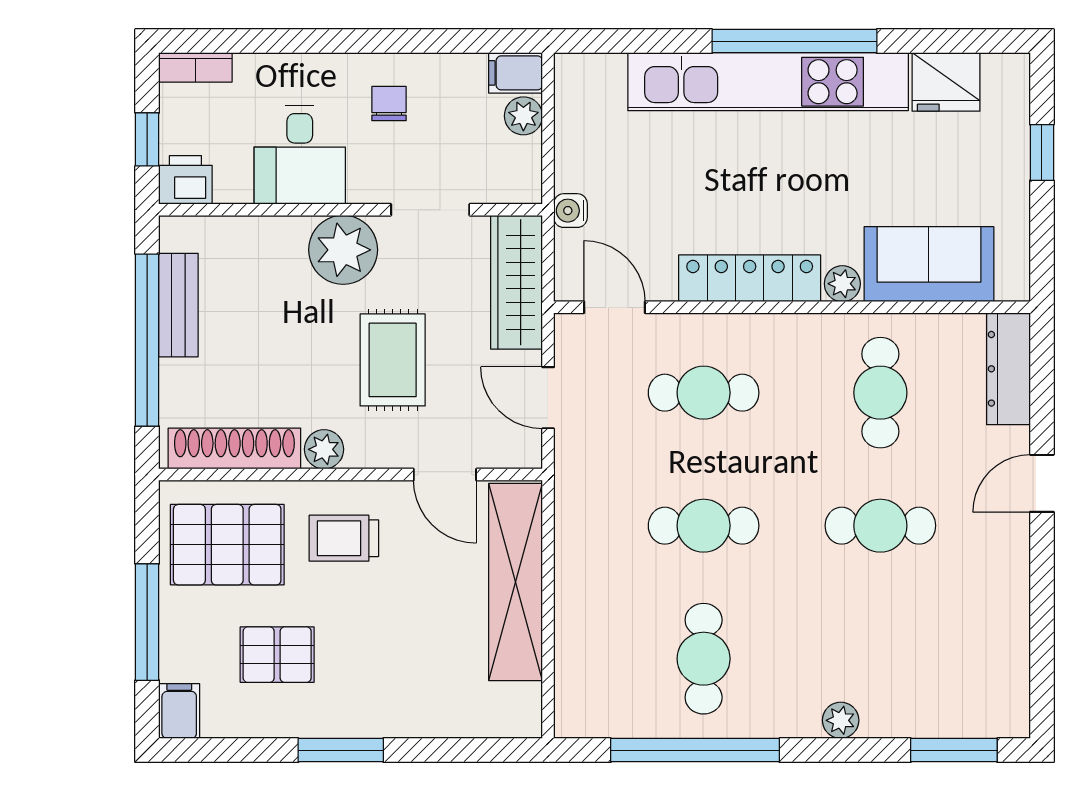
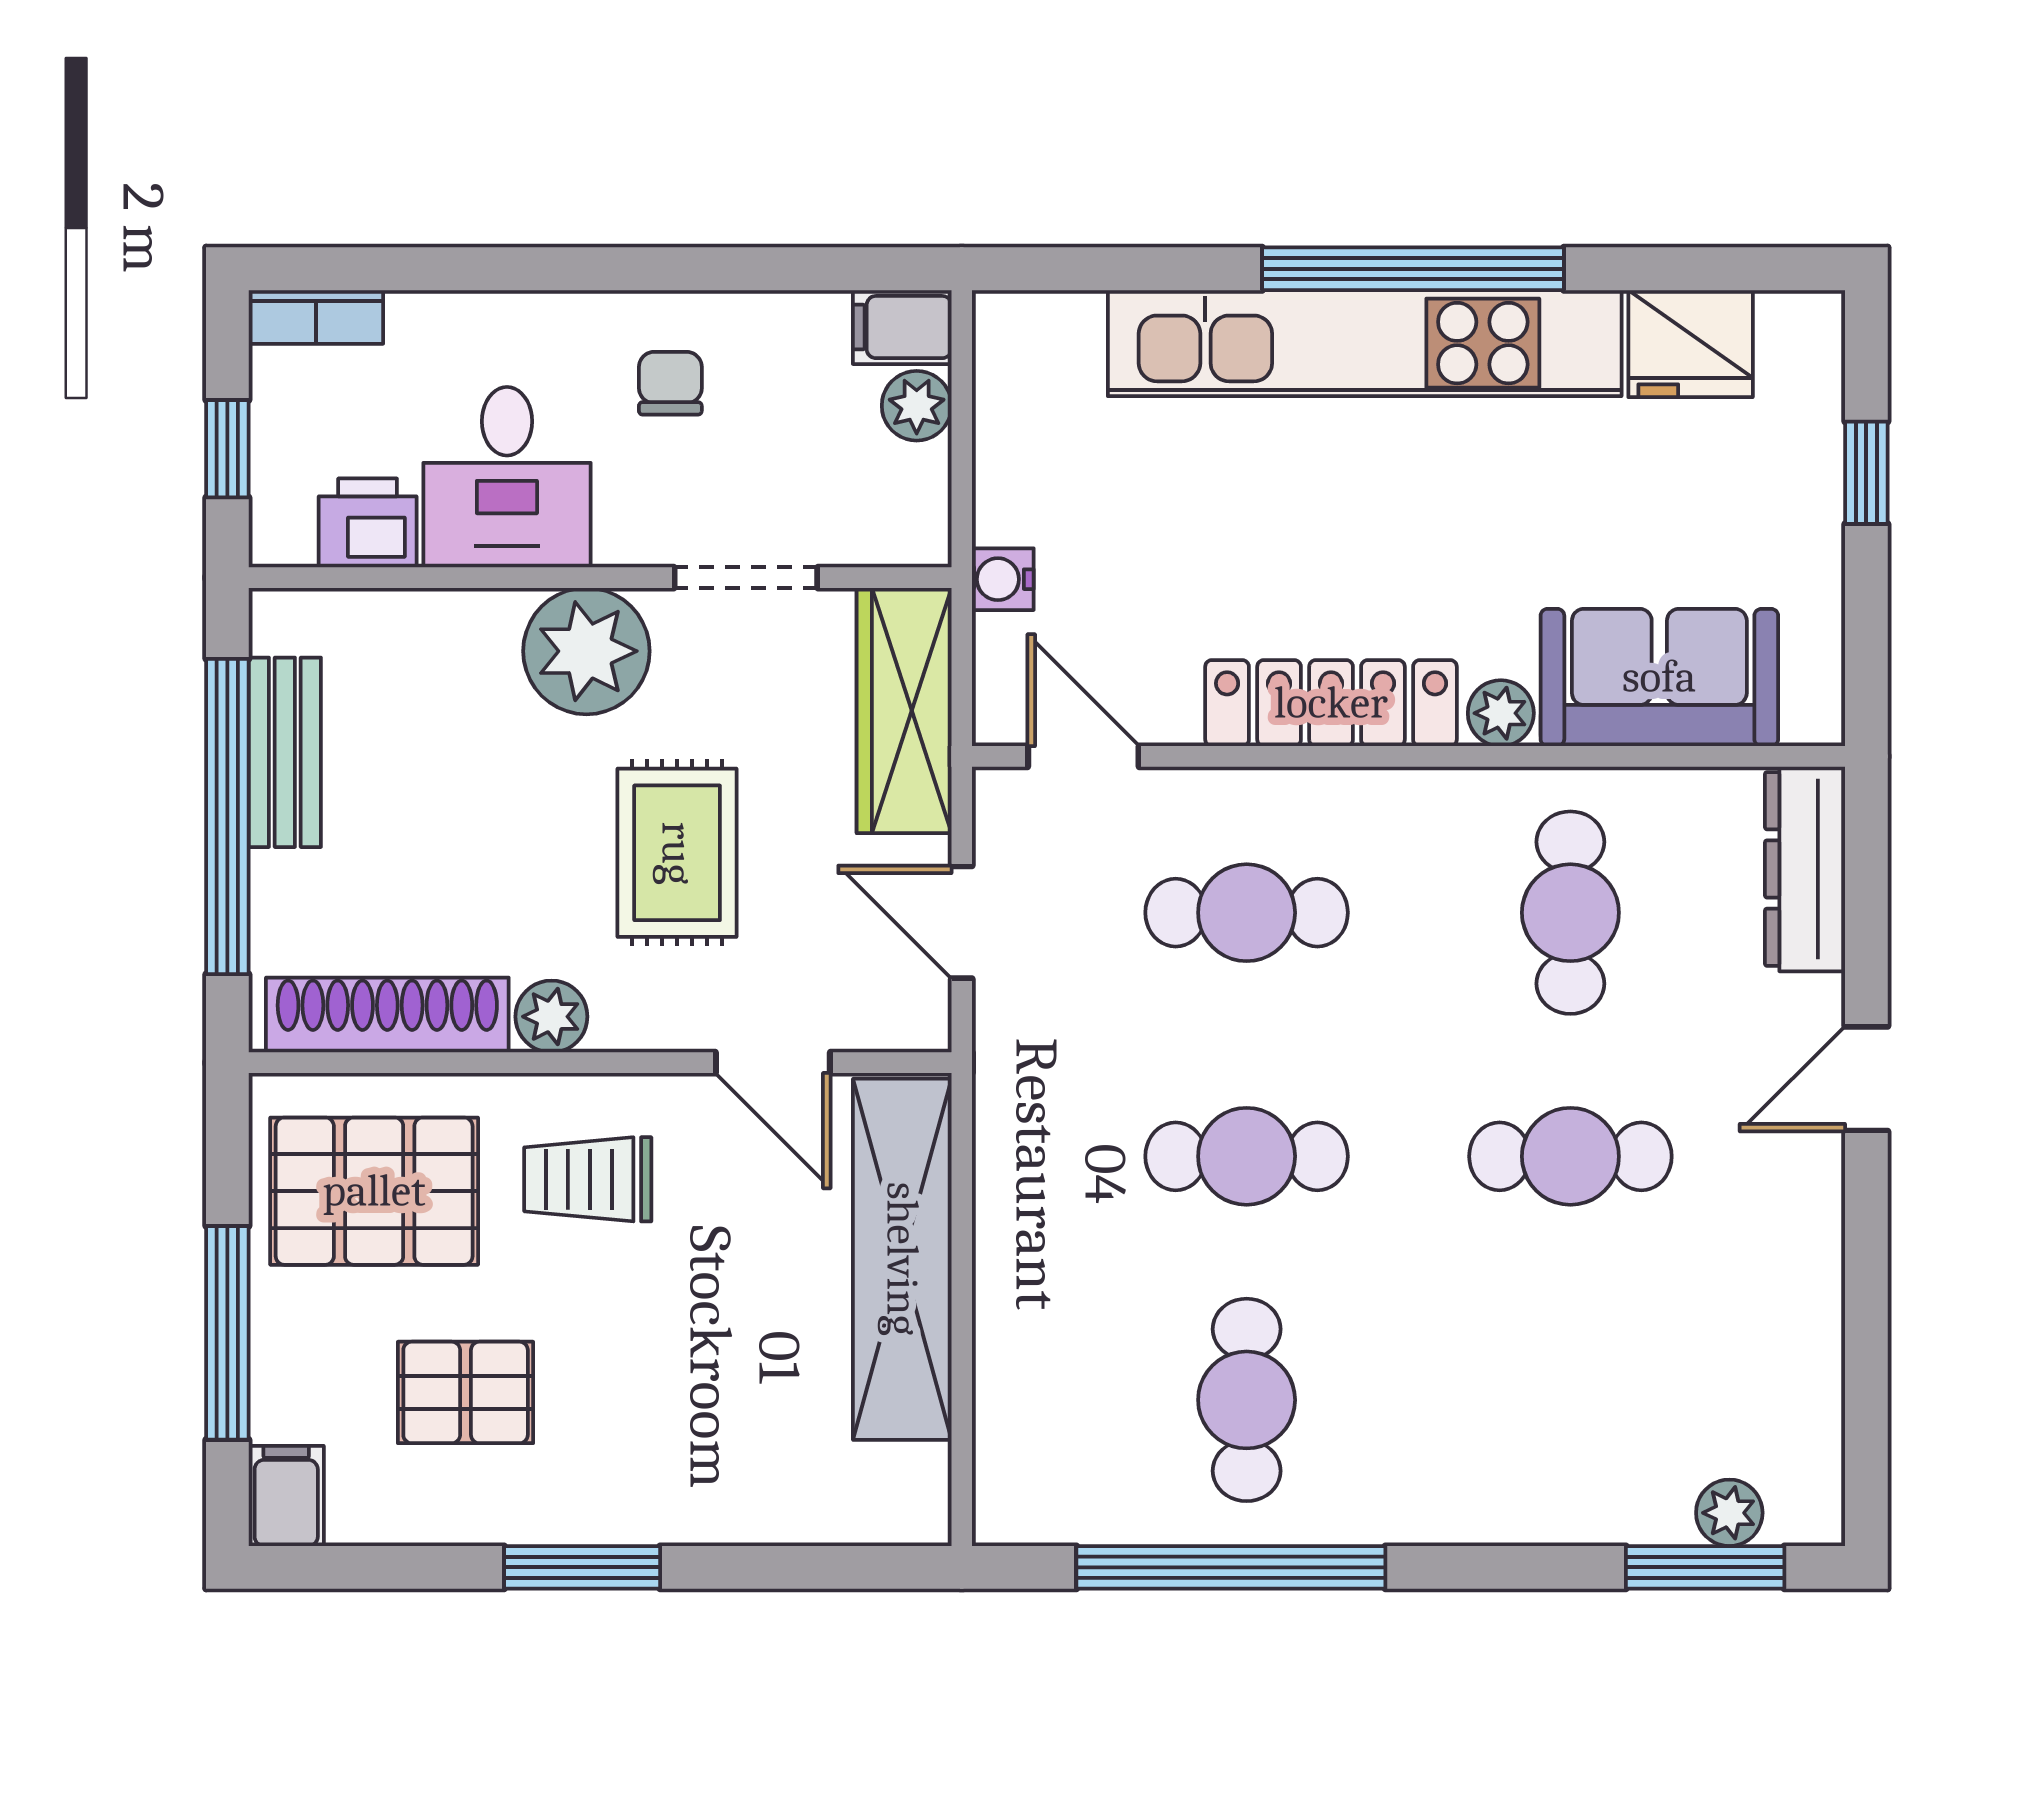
printer: (185, 180) -> (368, 523), moved
plant: (841, 720) -> (1729, 1513), moved

